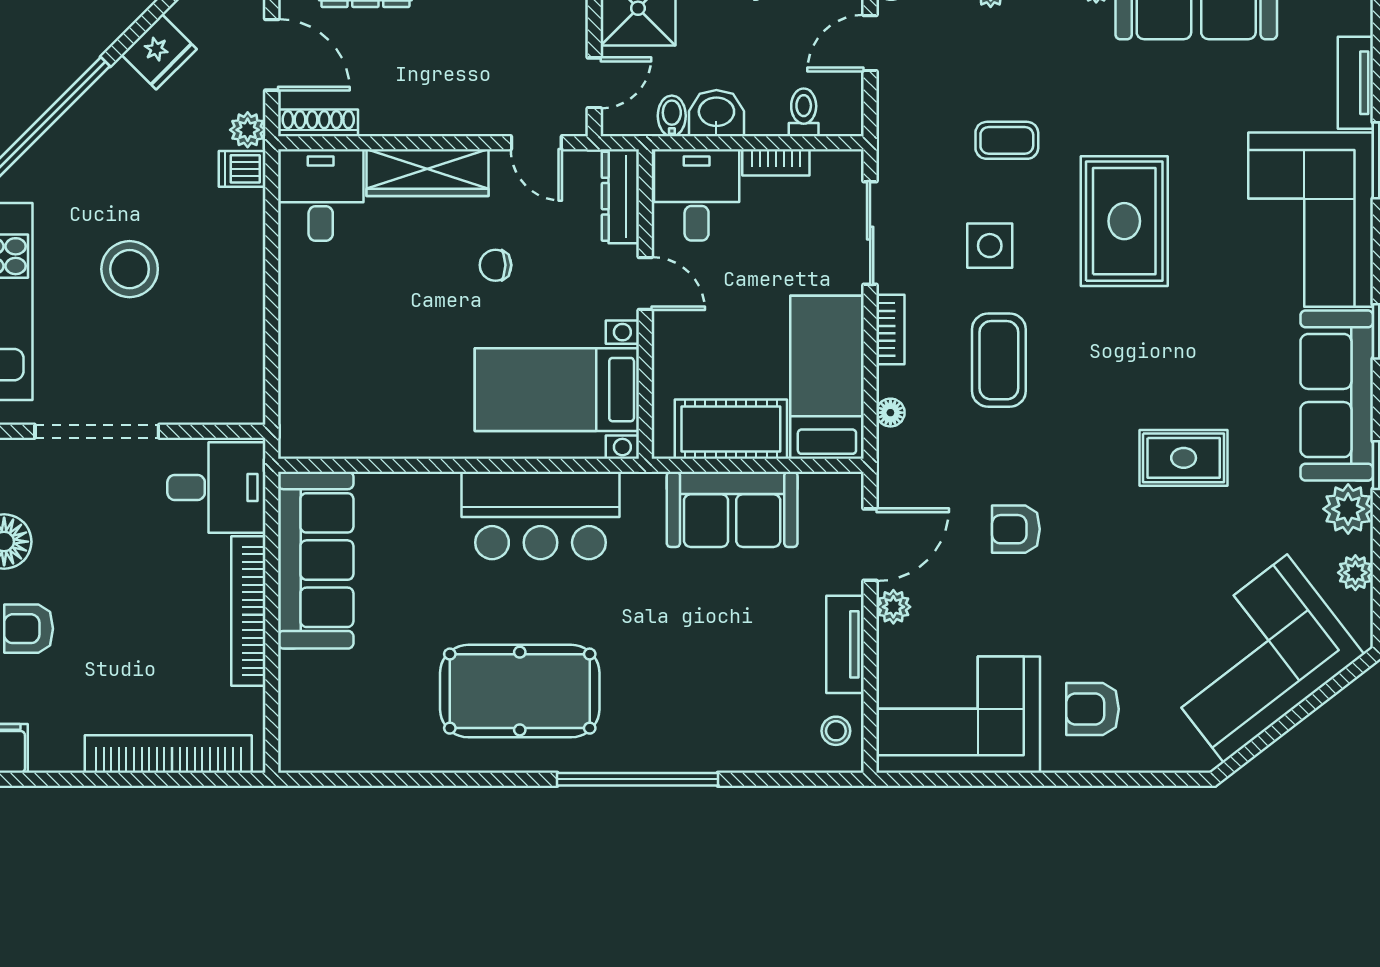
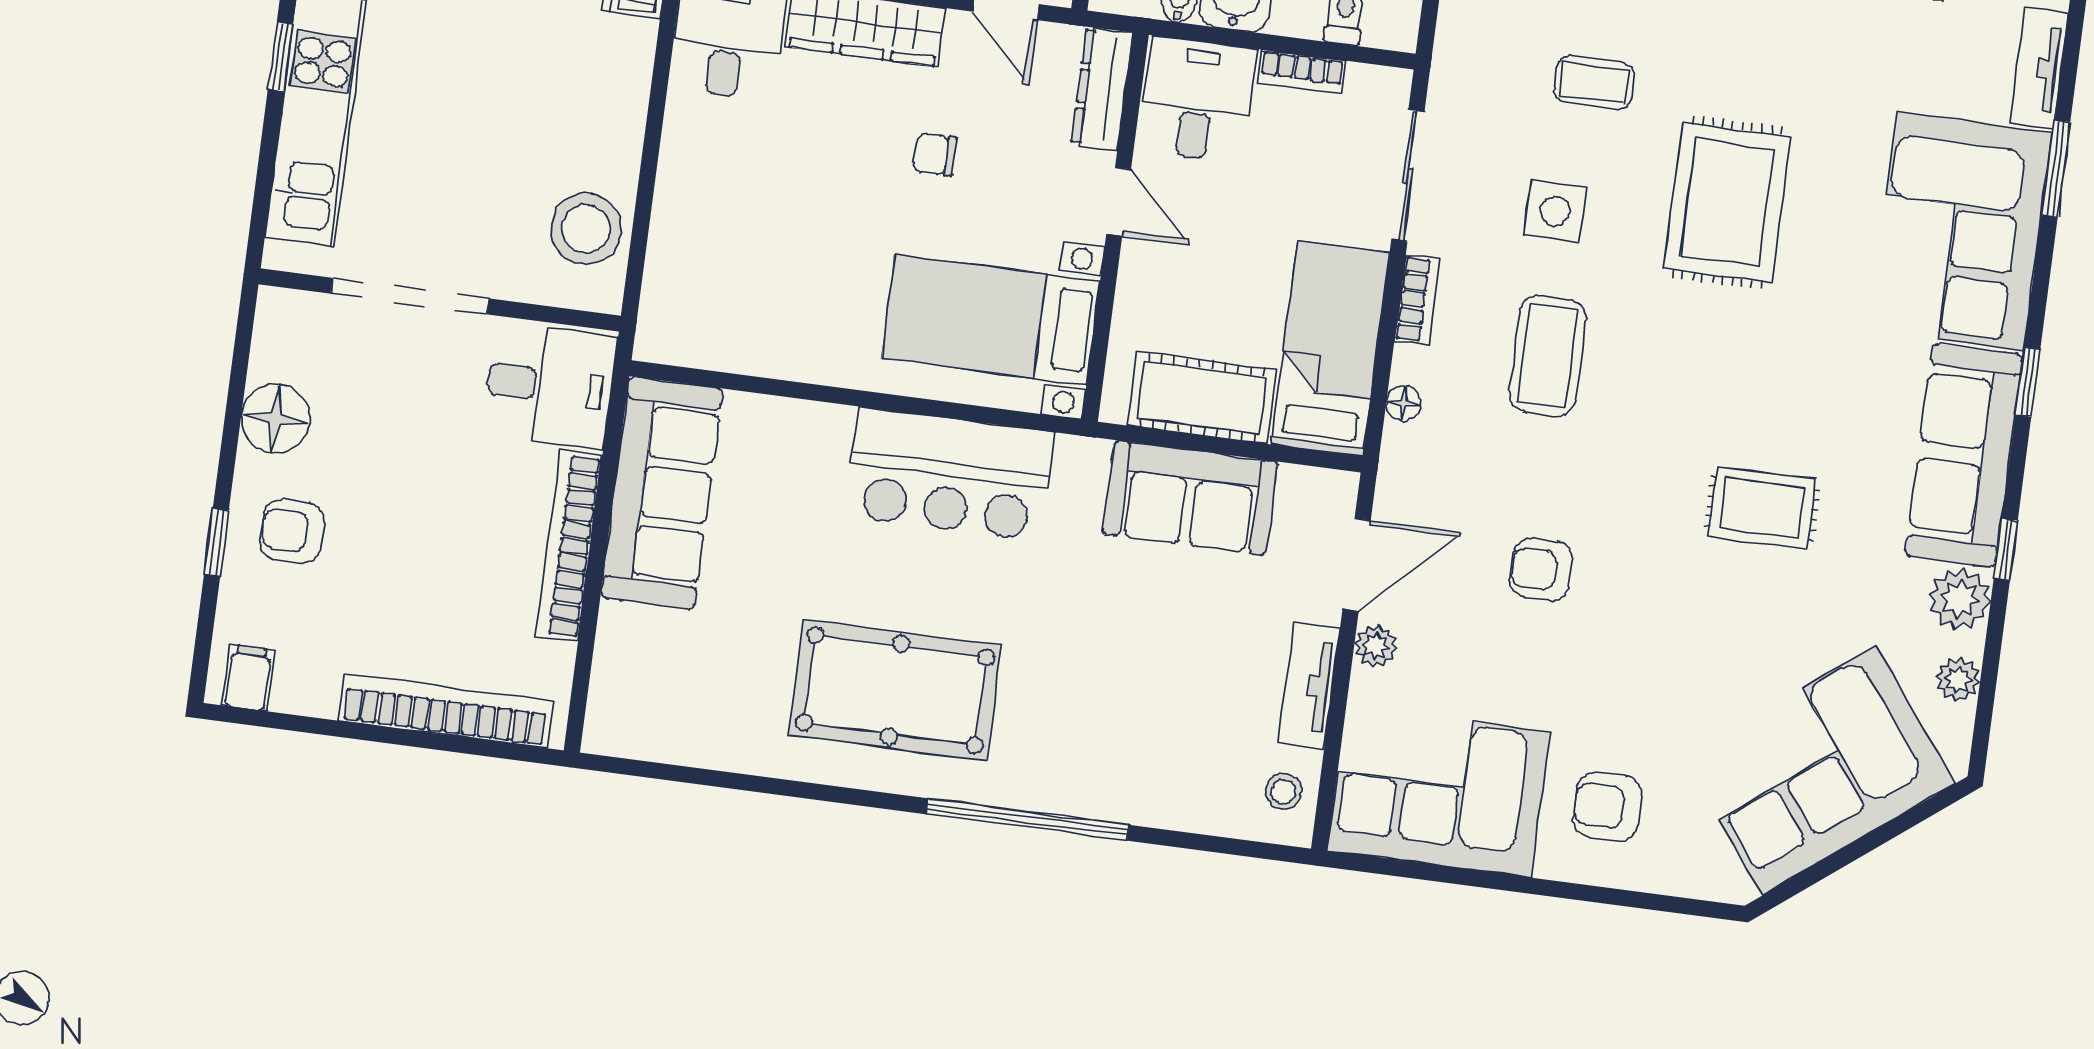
stool: (130, 269) -> (586, 229), moved

